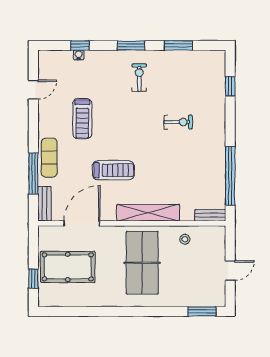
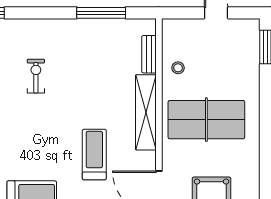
window: (230, 176) -> (101, 13), width x0.68
bench: (210, 215) -> (149, 54), moved

